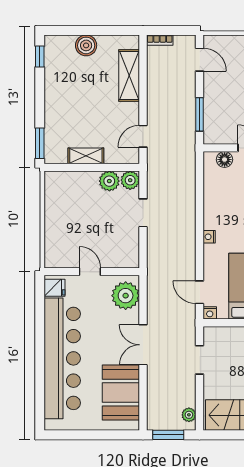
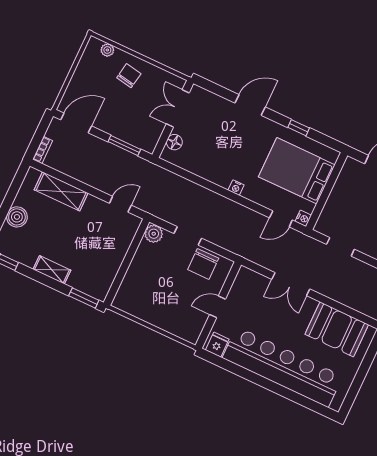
door: (200, 60) -> (76, 123), width x1.38
door: (143, 136) -> (120, 204), swing flipped
shelving: (86, 156) -> (52, 270), moved, turned 90
plant: (109, 181) -> (146, 252), removed
chair: (124, 239) -> (203, 264), added
plant: (126, 296) -> (253, 285), removed
double door: (143, 345) -> (291, 284), moved

